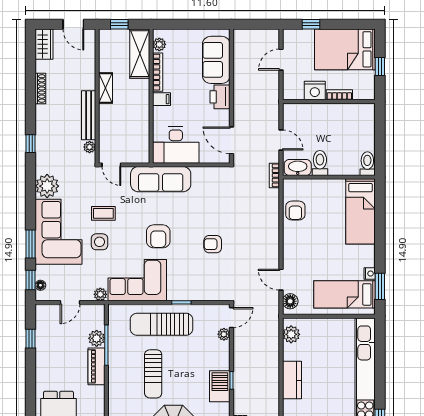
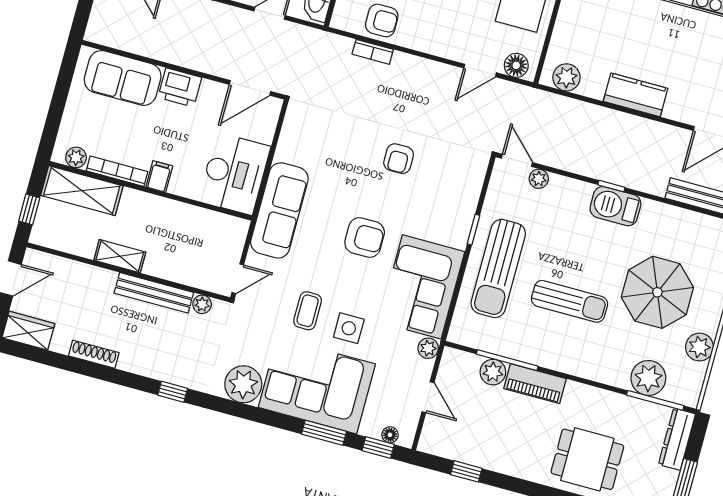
bookcase: (274, 175) -> (373, 52), moved

